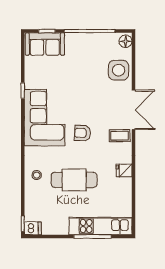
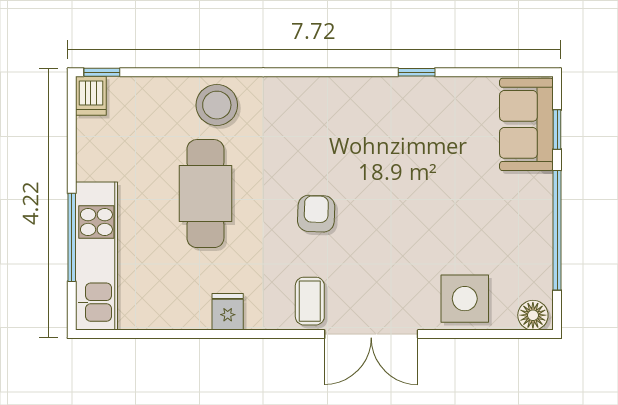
corner sofa: (45, 118) -> (353, 124), removed
stool: (37, 175) -> (217, 105), width x1.89, depth x1.89

